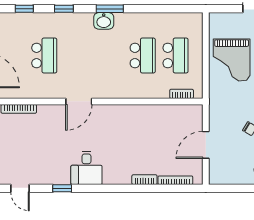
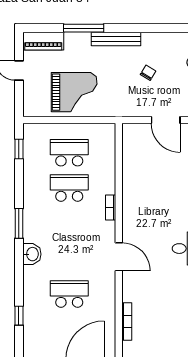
window: (64, 9) -> (19, 149), moved
washbasin: (104, 21) -> (32, 254), moved
bookcase: (182, 94) -> (111, 208), moved

